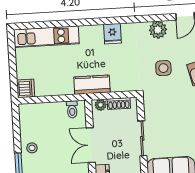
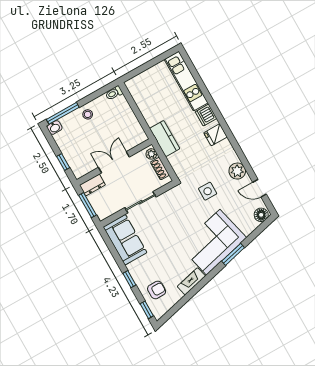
dishwasher: (26, 88) -> (206, 115), moved, turned 90
toilet: (72, 109) -> (114, 93), moved

